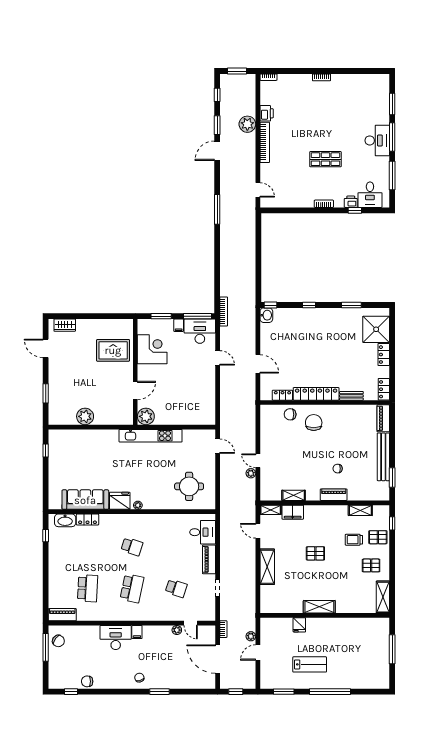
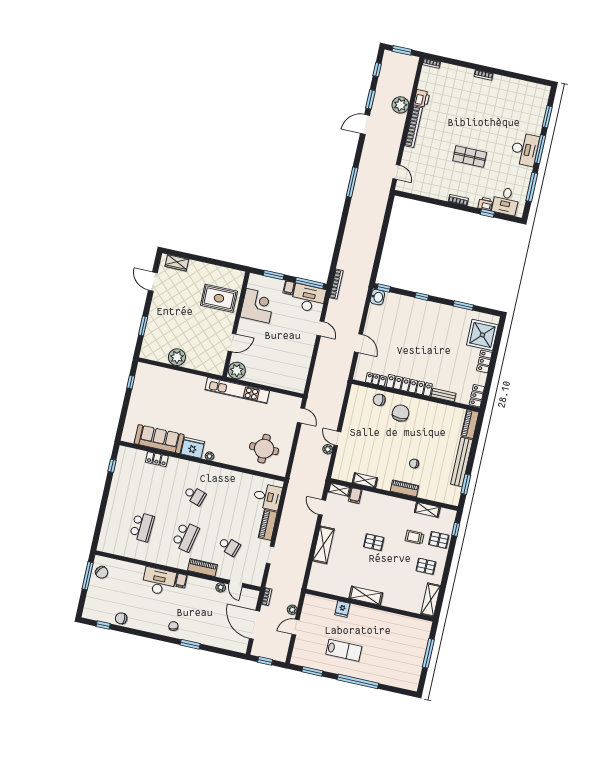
filing cabinet: (293, 512) -> (355, 496), width x0.50
washbasin: (65, 520) -> (135, 455), removed
piano: (62, 615) -> (203, 568), moved

